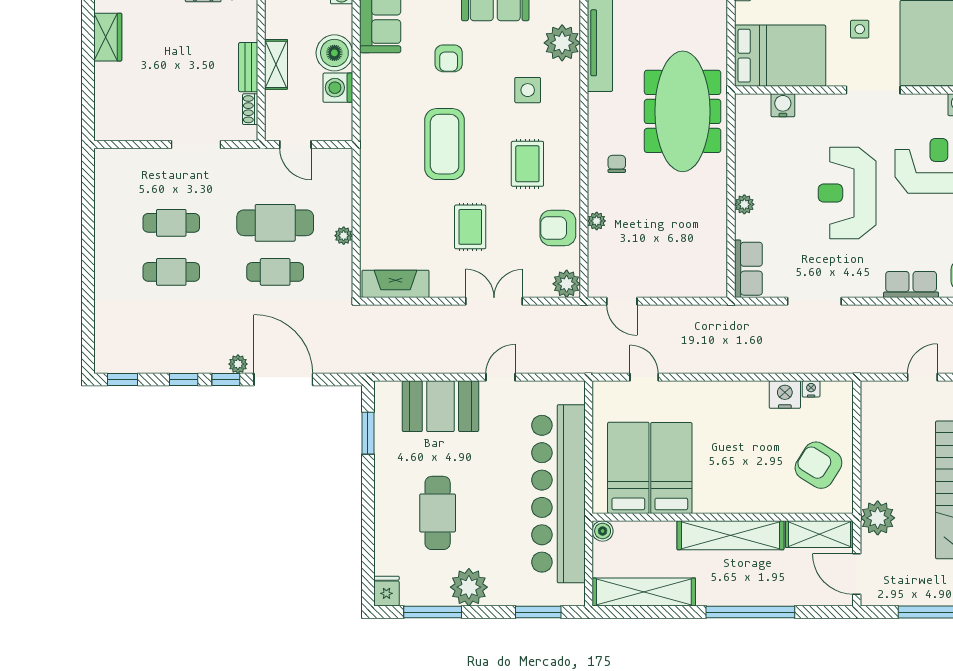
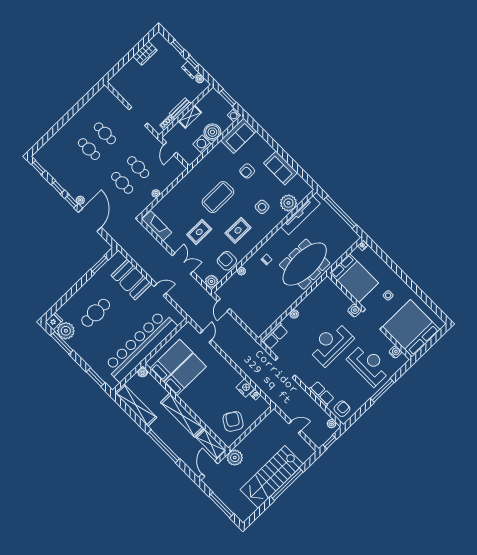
water cooler: (783, 105) -> (354, 311), moved
cafe table: (275, 223) -> (138, 167), width x0.73, depth x0.74
plant: (469, 587) -> (66, 331), moved

